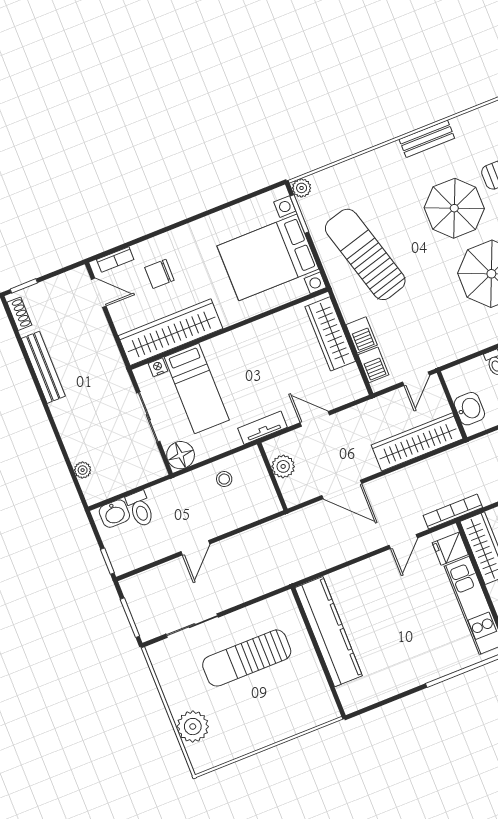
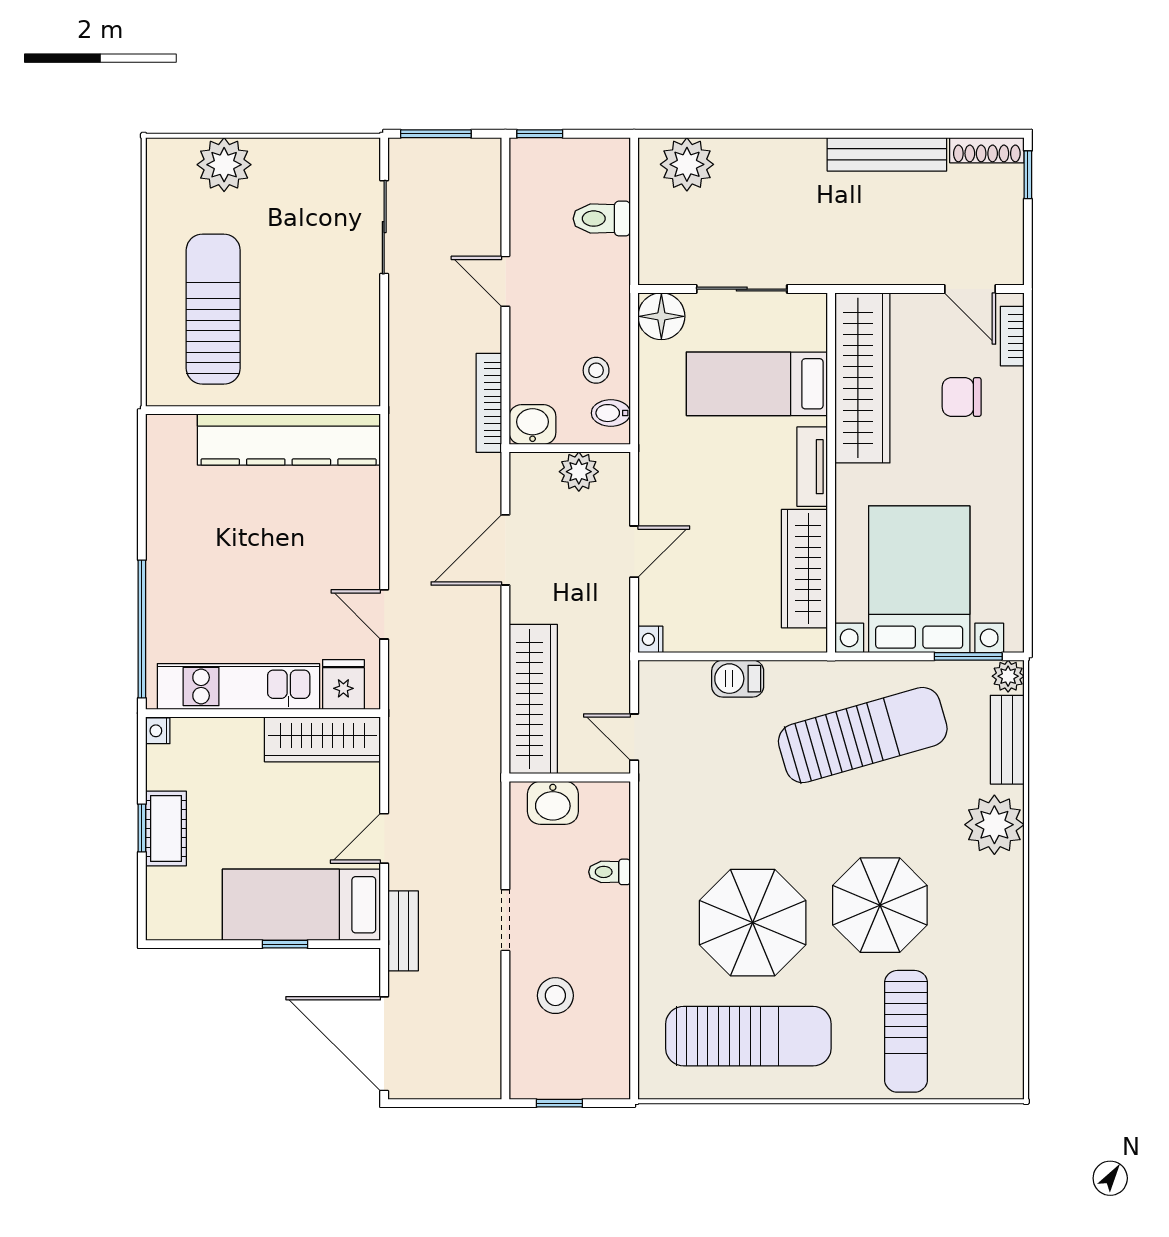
bench: (427, 139) -> (1007, 740), moved
plant: (386, 163) -> (994, 825), added
chair: (159, 274) -> (962, 397), turned -90
door: (99, 293) -> (970, 289), hinge flipped
shoe rack: (19, 314) -> (987, 150), width x1.43
wardrobe: (330, 334) -> (804, 569), moved, turned -90
barbecue: (373, 365) -> (683, 678), removed
nightstand: (158, 367) -> (650, 639), moved, turned 180
tv unit: (263, 428) -> (812, 467), moved, turned 180
bidet: (244, 462) -> (611, 413), added
plant: (83, 470) -> (687, 164), width x1.88, depth x1.88
bookcase: (453, 511) -> (489, 403), moved, turned 180
washbasin: (114, 514) -> (533, 425), moved, turned 90
sun lounger: (247, 658) -> (213, 309), moved

